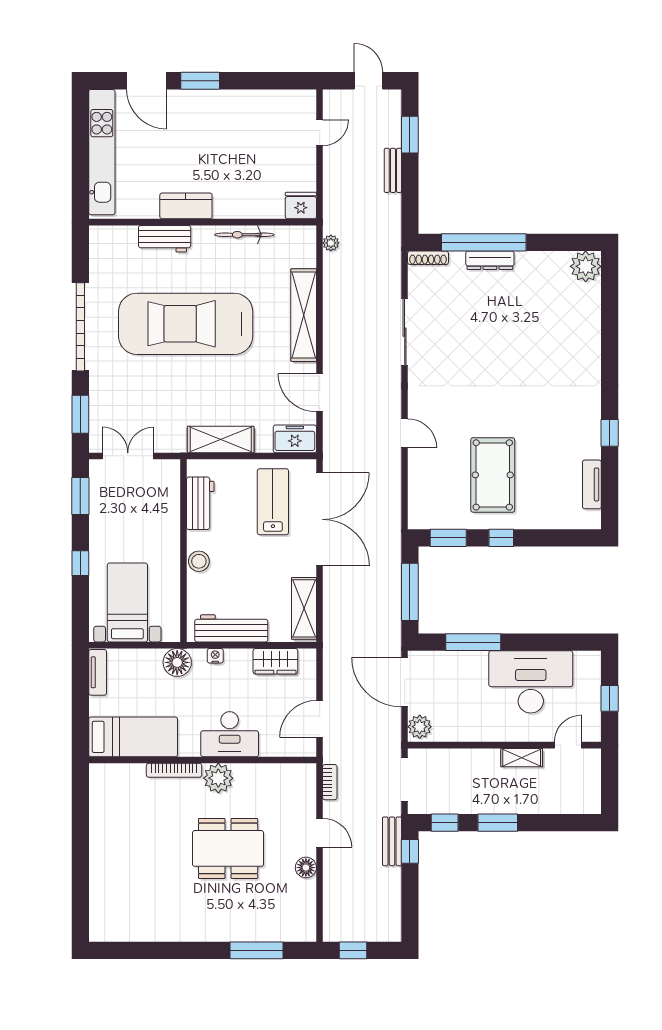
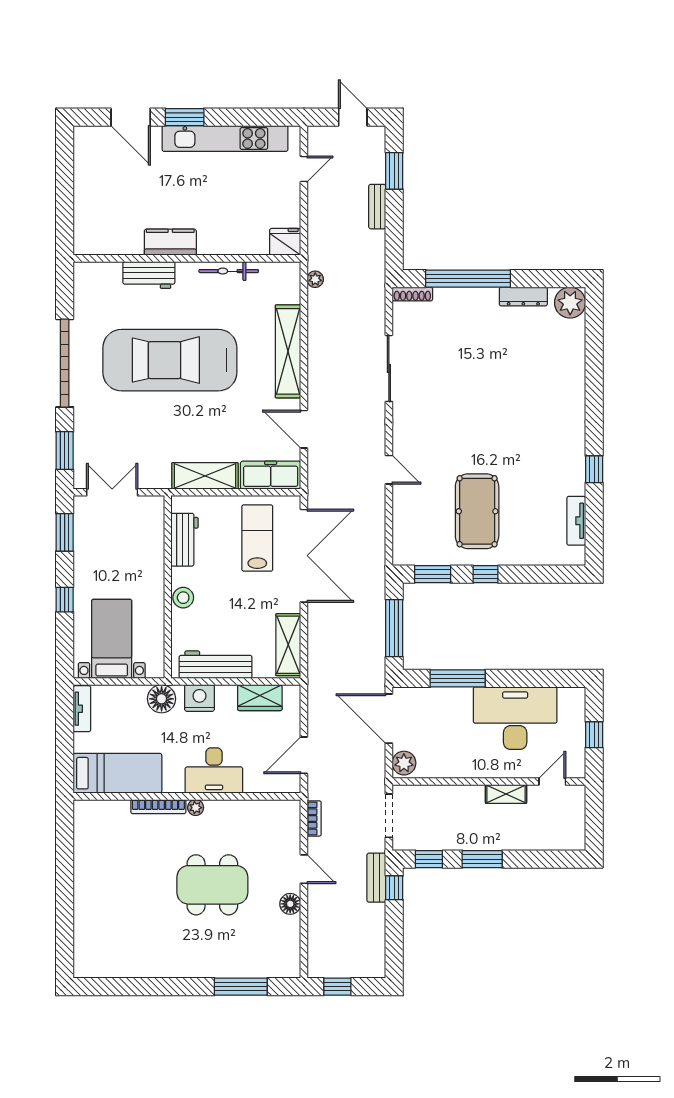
kitchen unit: (102, 152) -> (225, 138), moved, turned 90
dresser: (490, 260) -> (523, 296), moved
freezer: (295, 439) -> (271, 475), width x1.40
nightstand: (215, 656) -> (199, 698), width x1.89, depth x1.79
plant: (218, 778) -> (196, 808), width x0.53, depth x0.53

